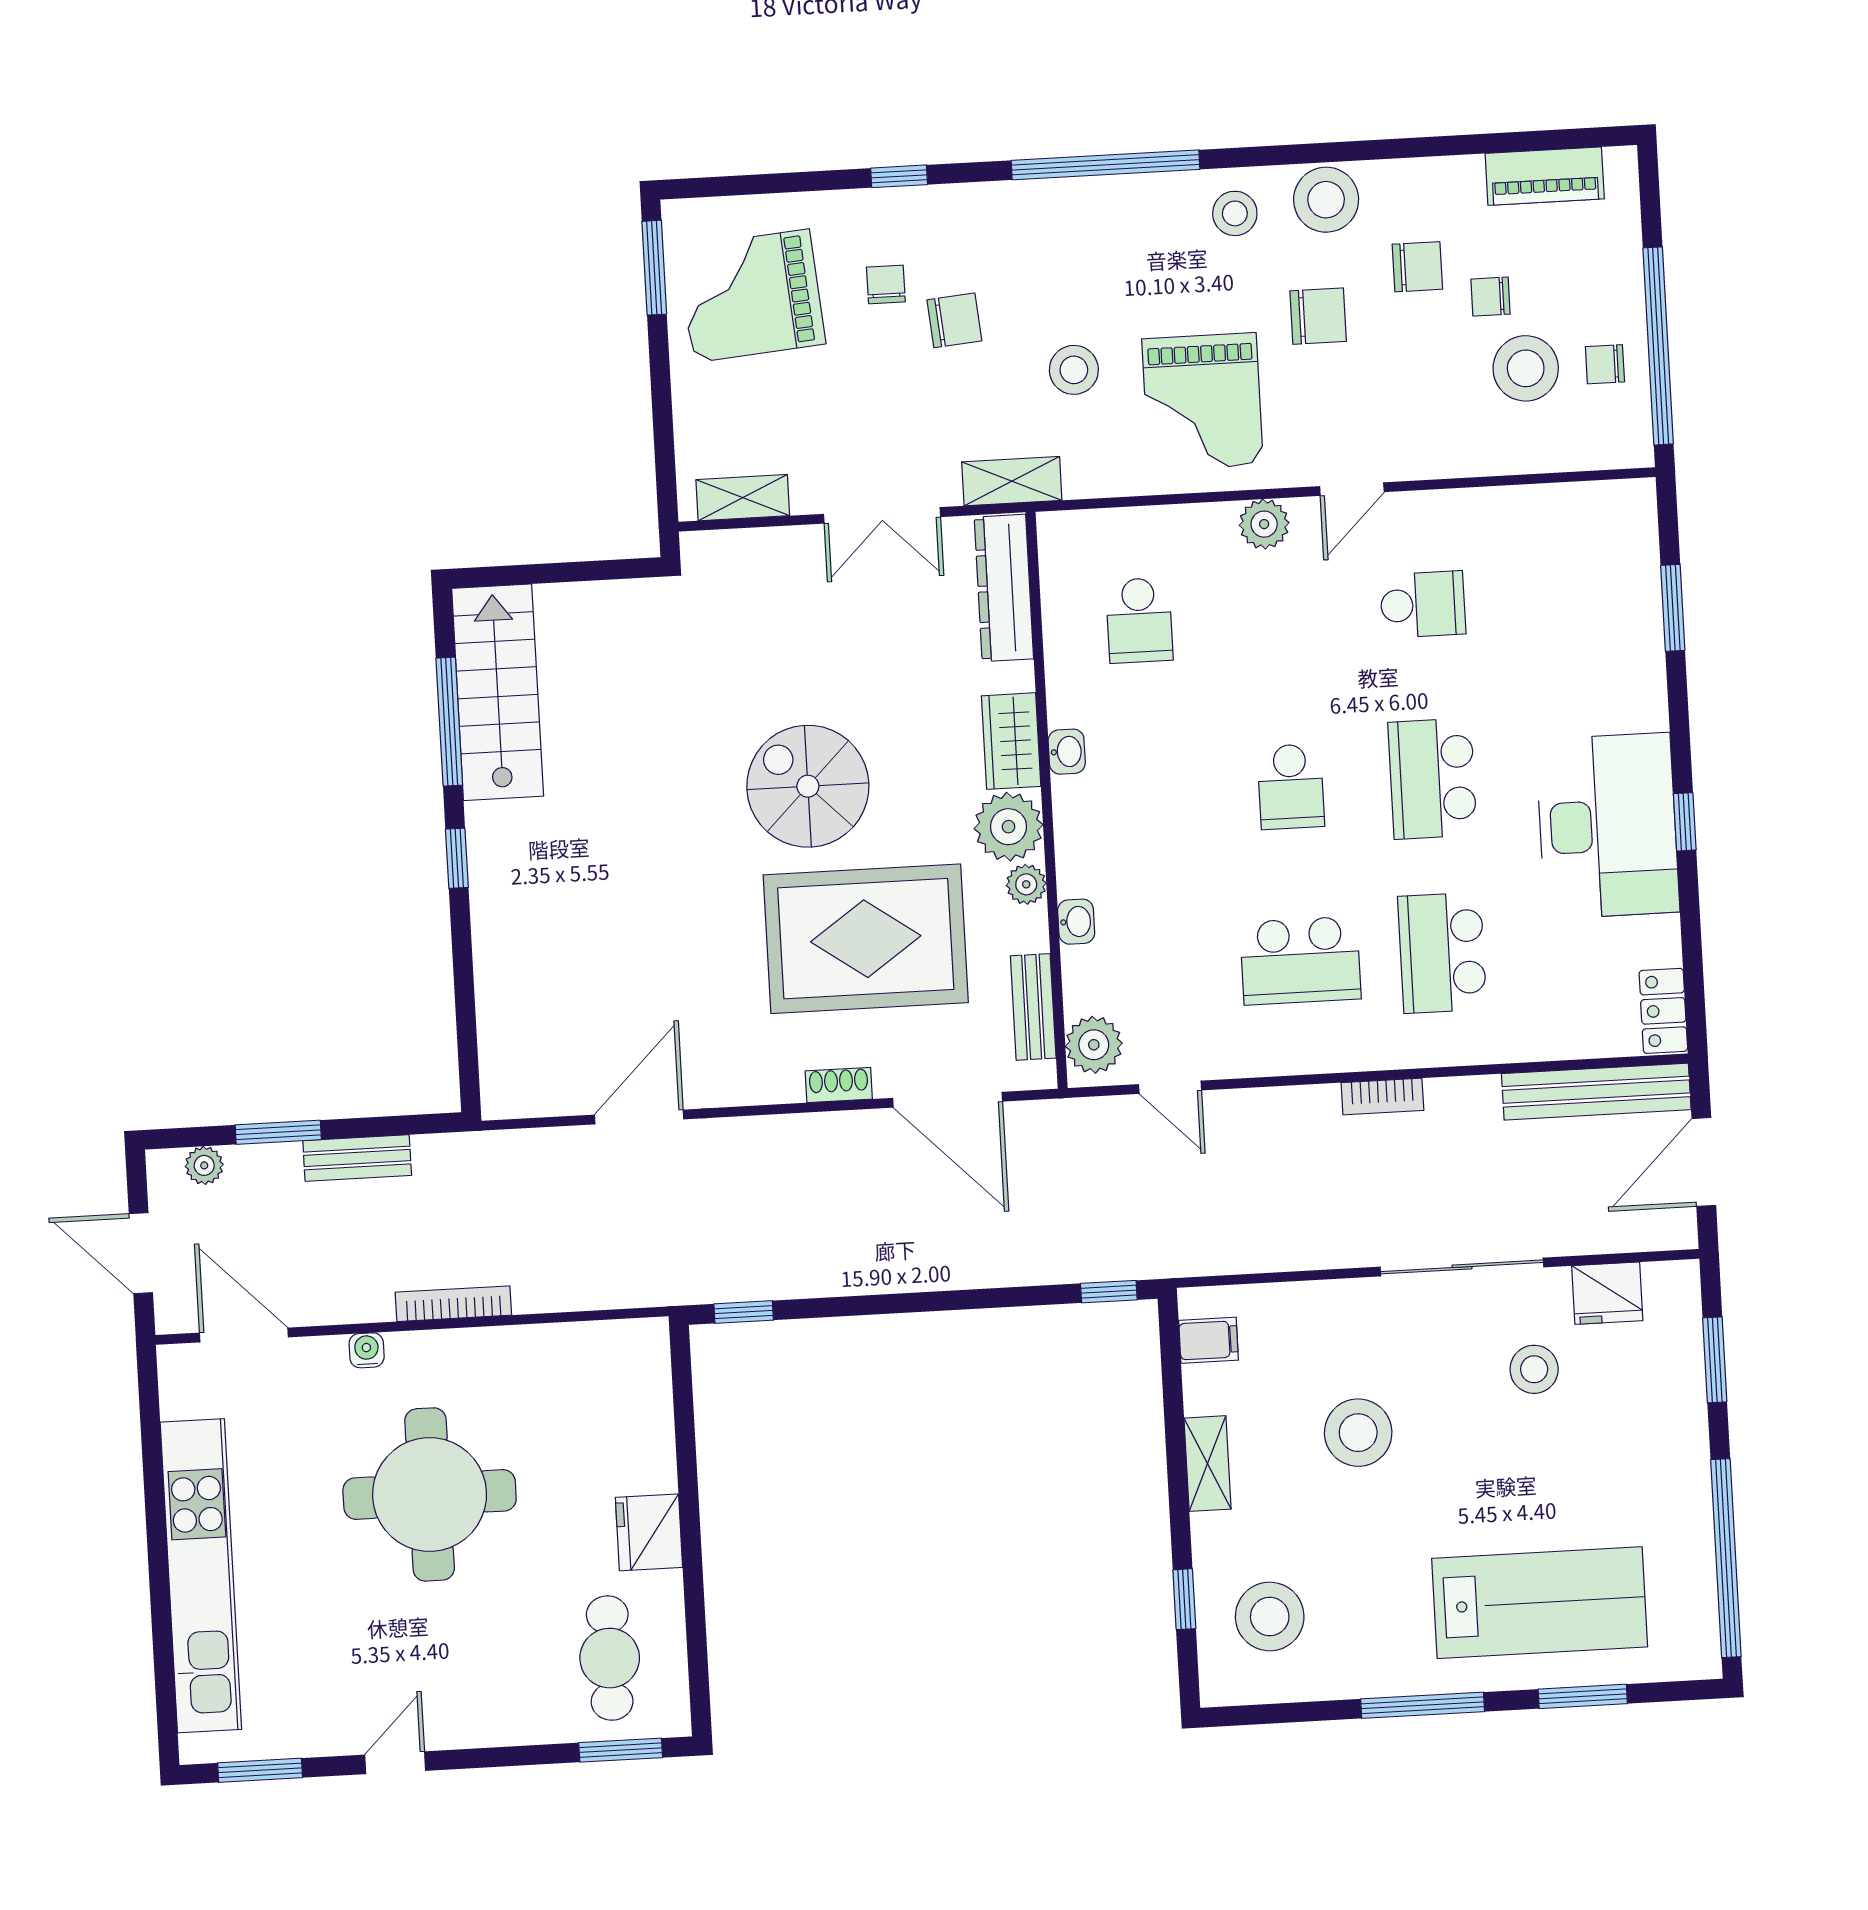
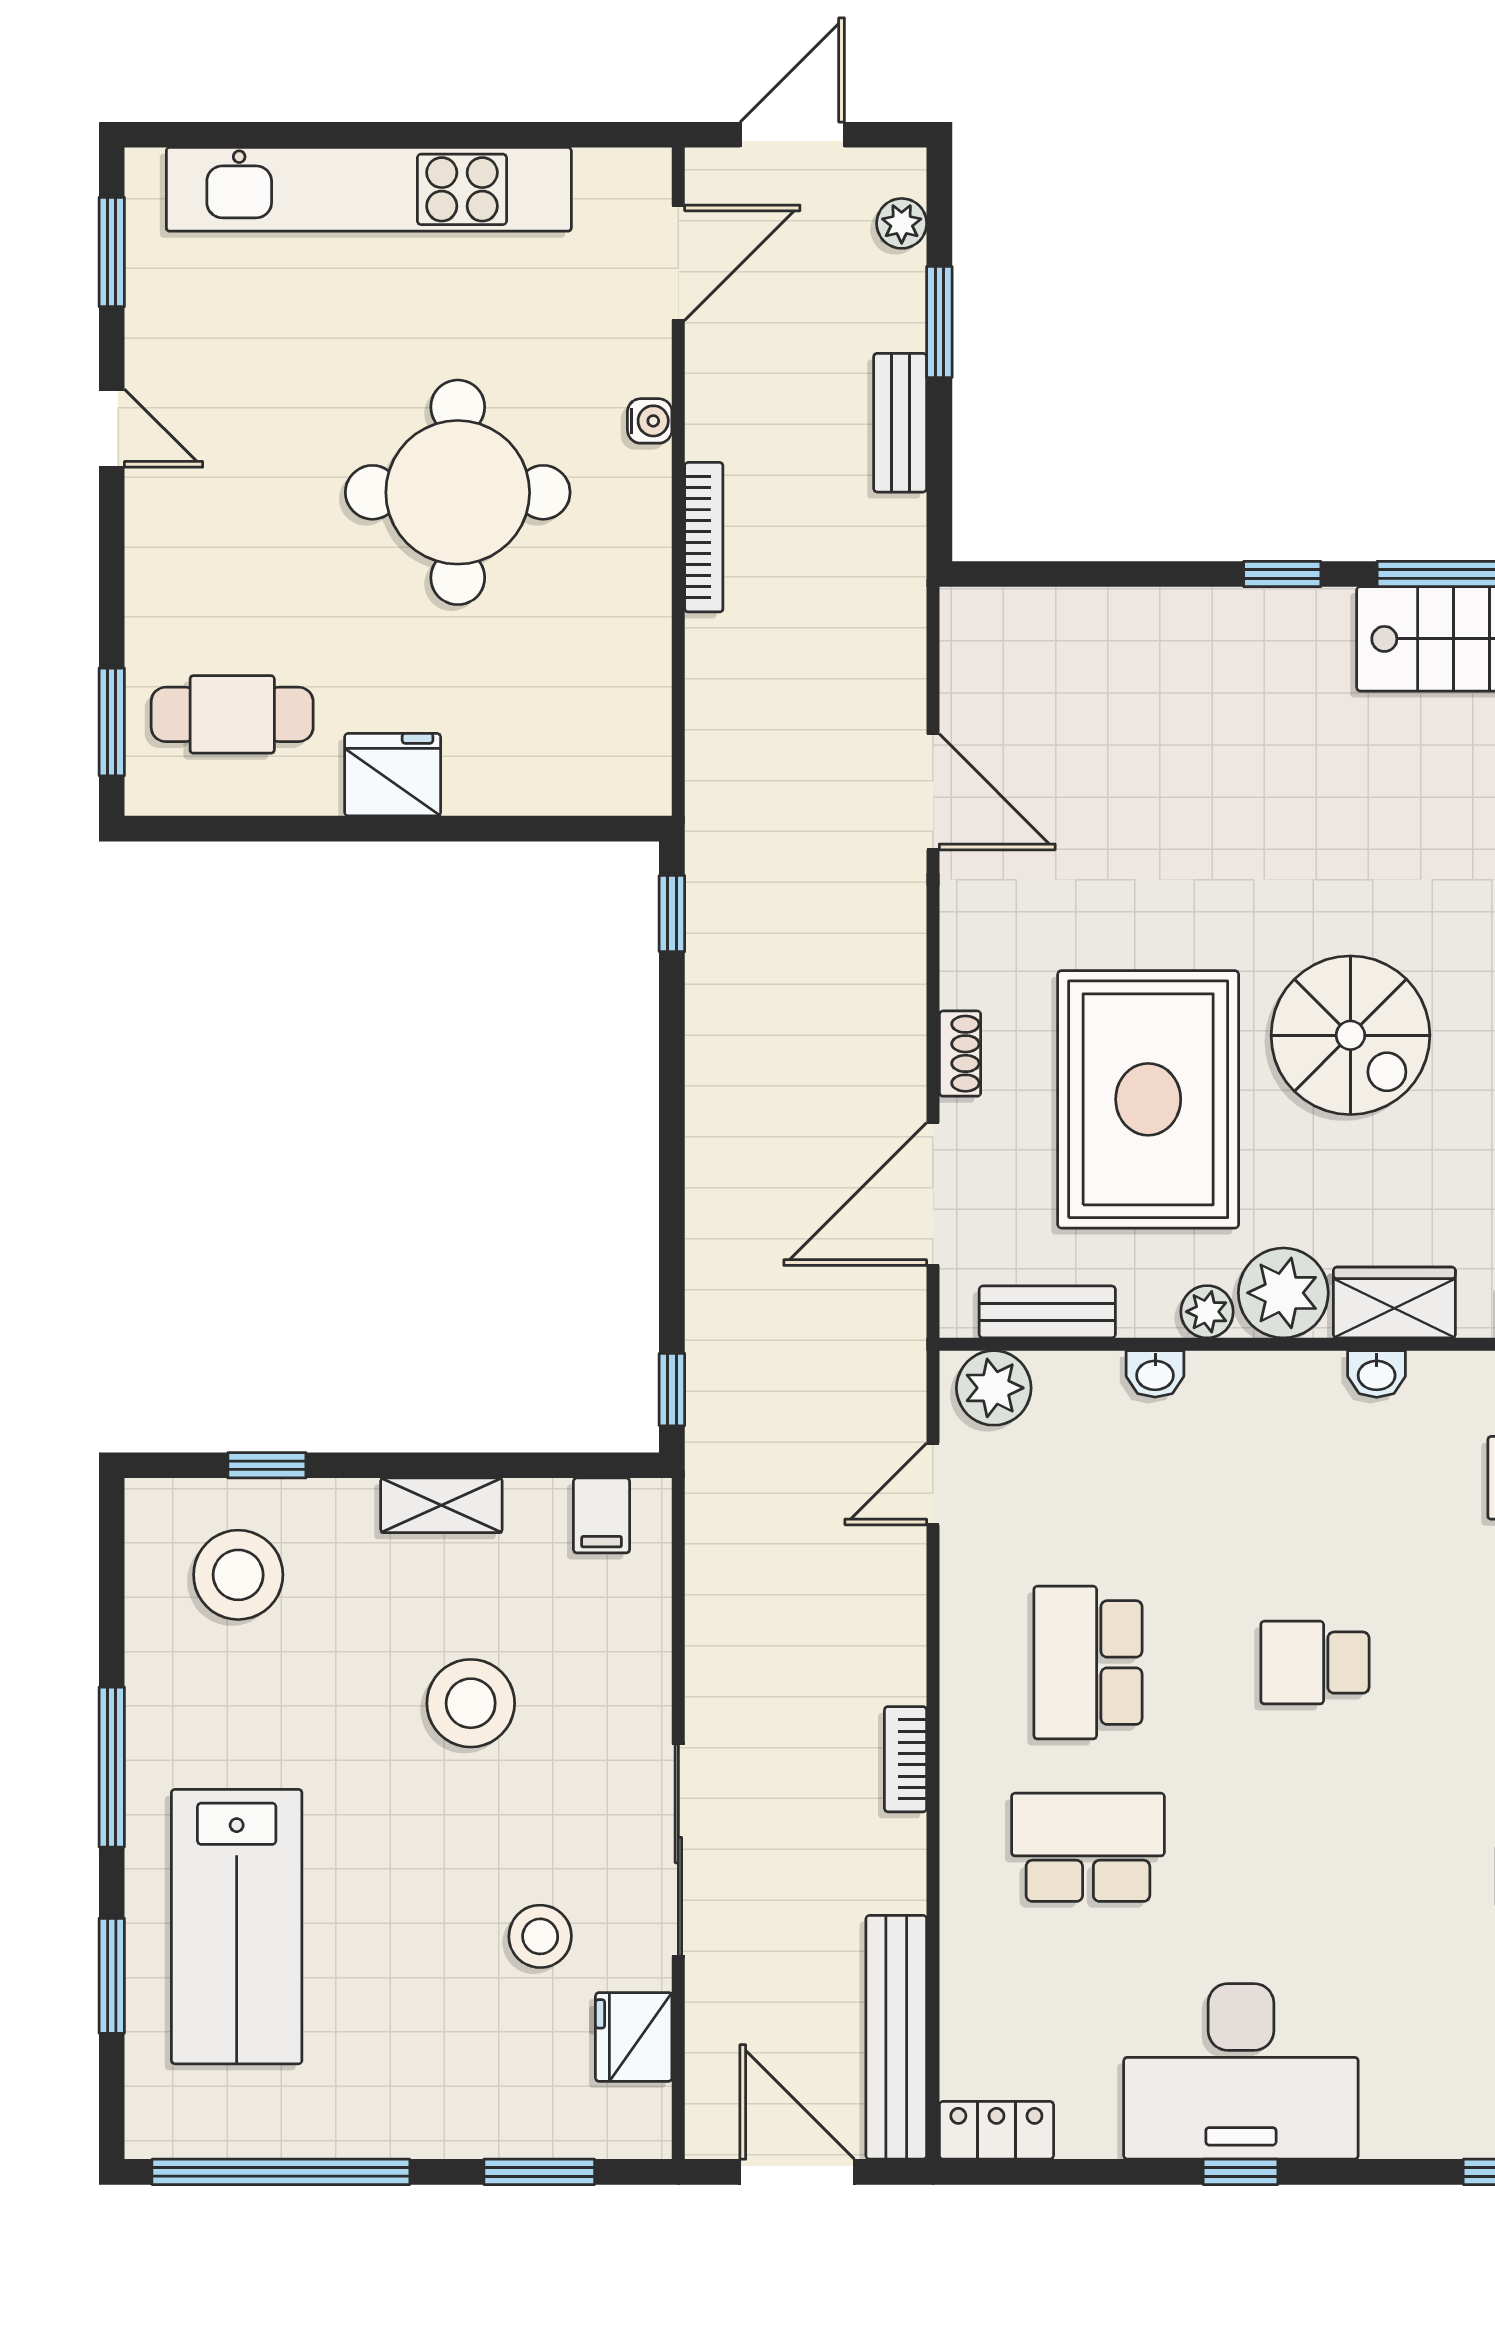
school desk: (1432, 779) -> (1315, 1847), removed
spiral stairs: (808, 786) -> (1350, 1035), turned 90

